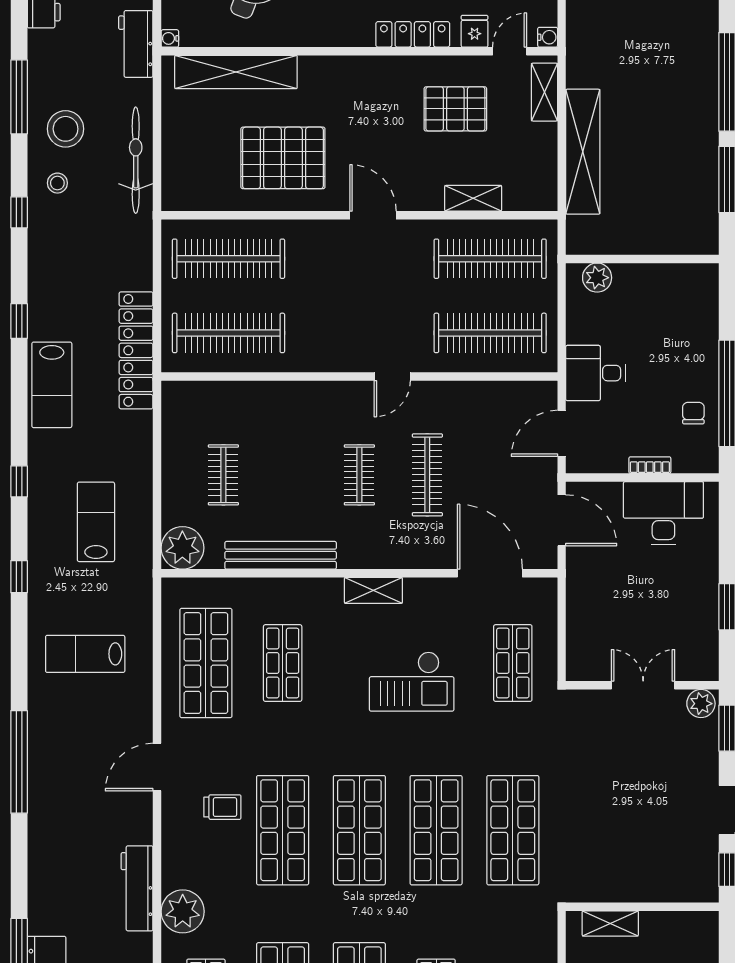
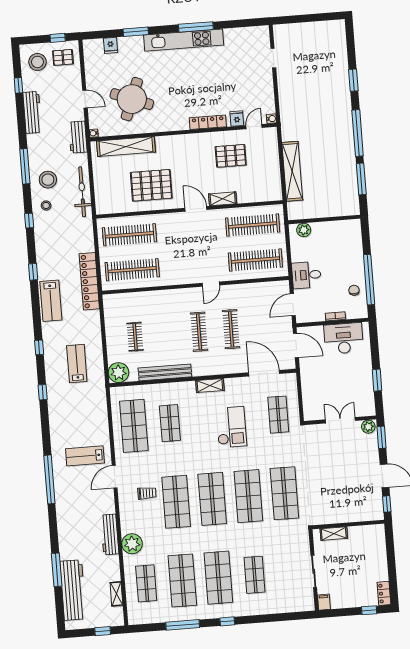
shelving: (544, 92) -> (272, 145), removed
shelving: (473, 198) -> (223, 199), moved
clothes rail: (359, 475) -> (199, 332), width x1.36
lab bench: (85, 654) -> (85, 456), moved
checkout: (412, 681) -> (231, 427), turned -90

